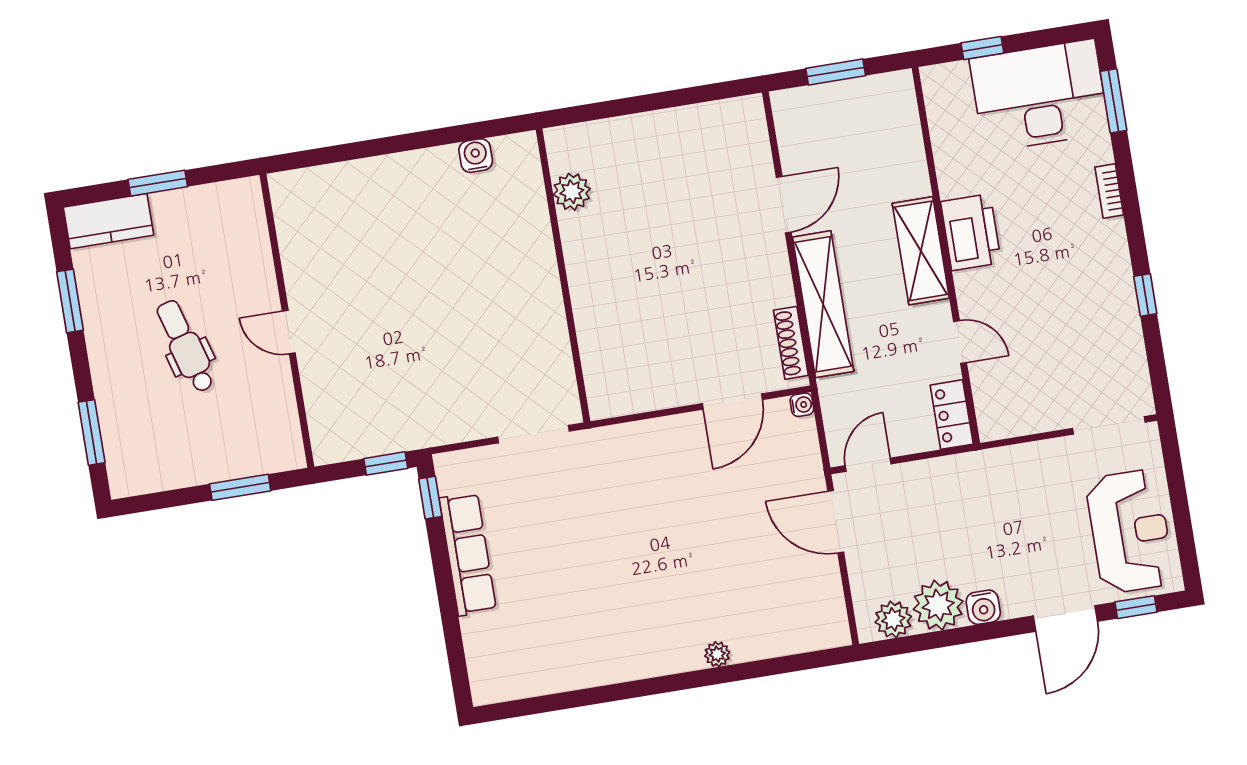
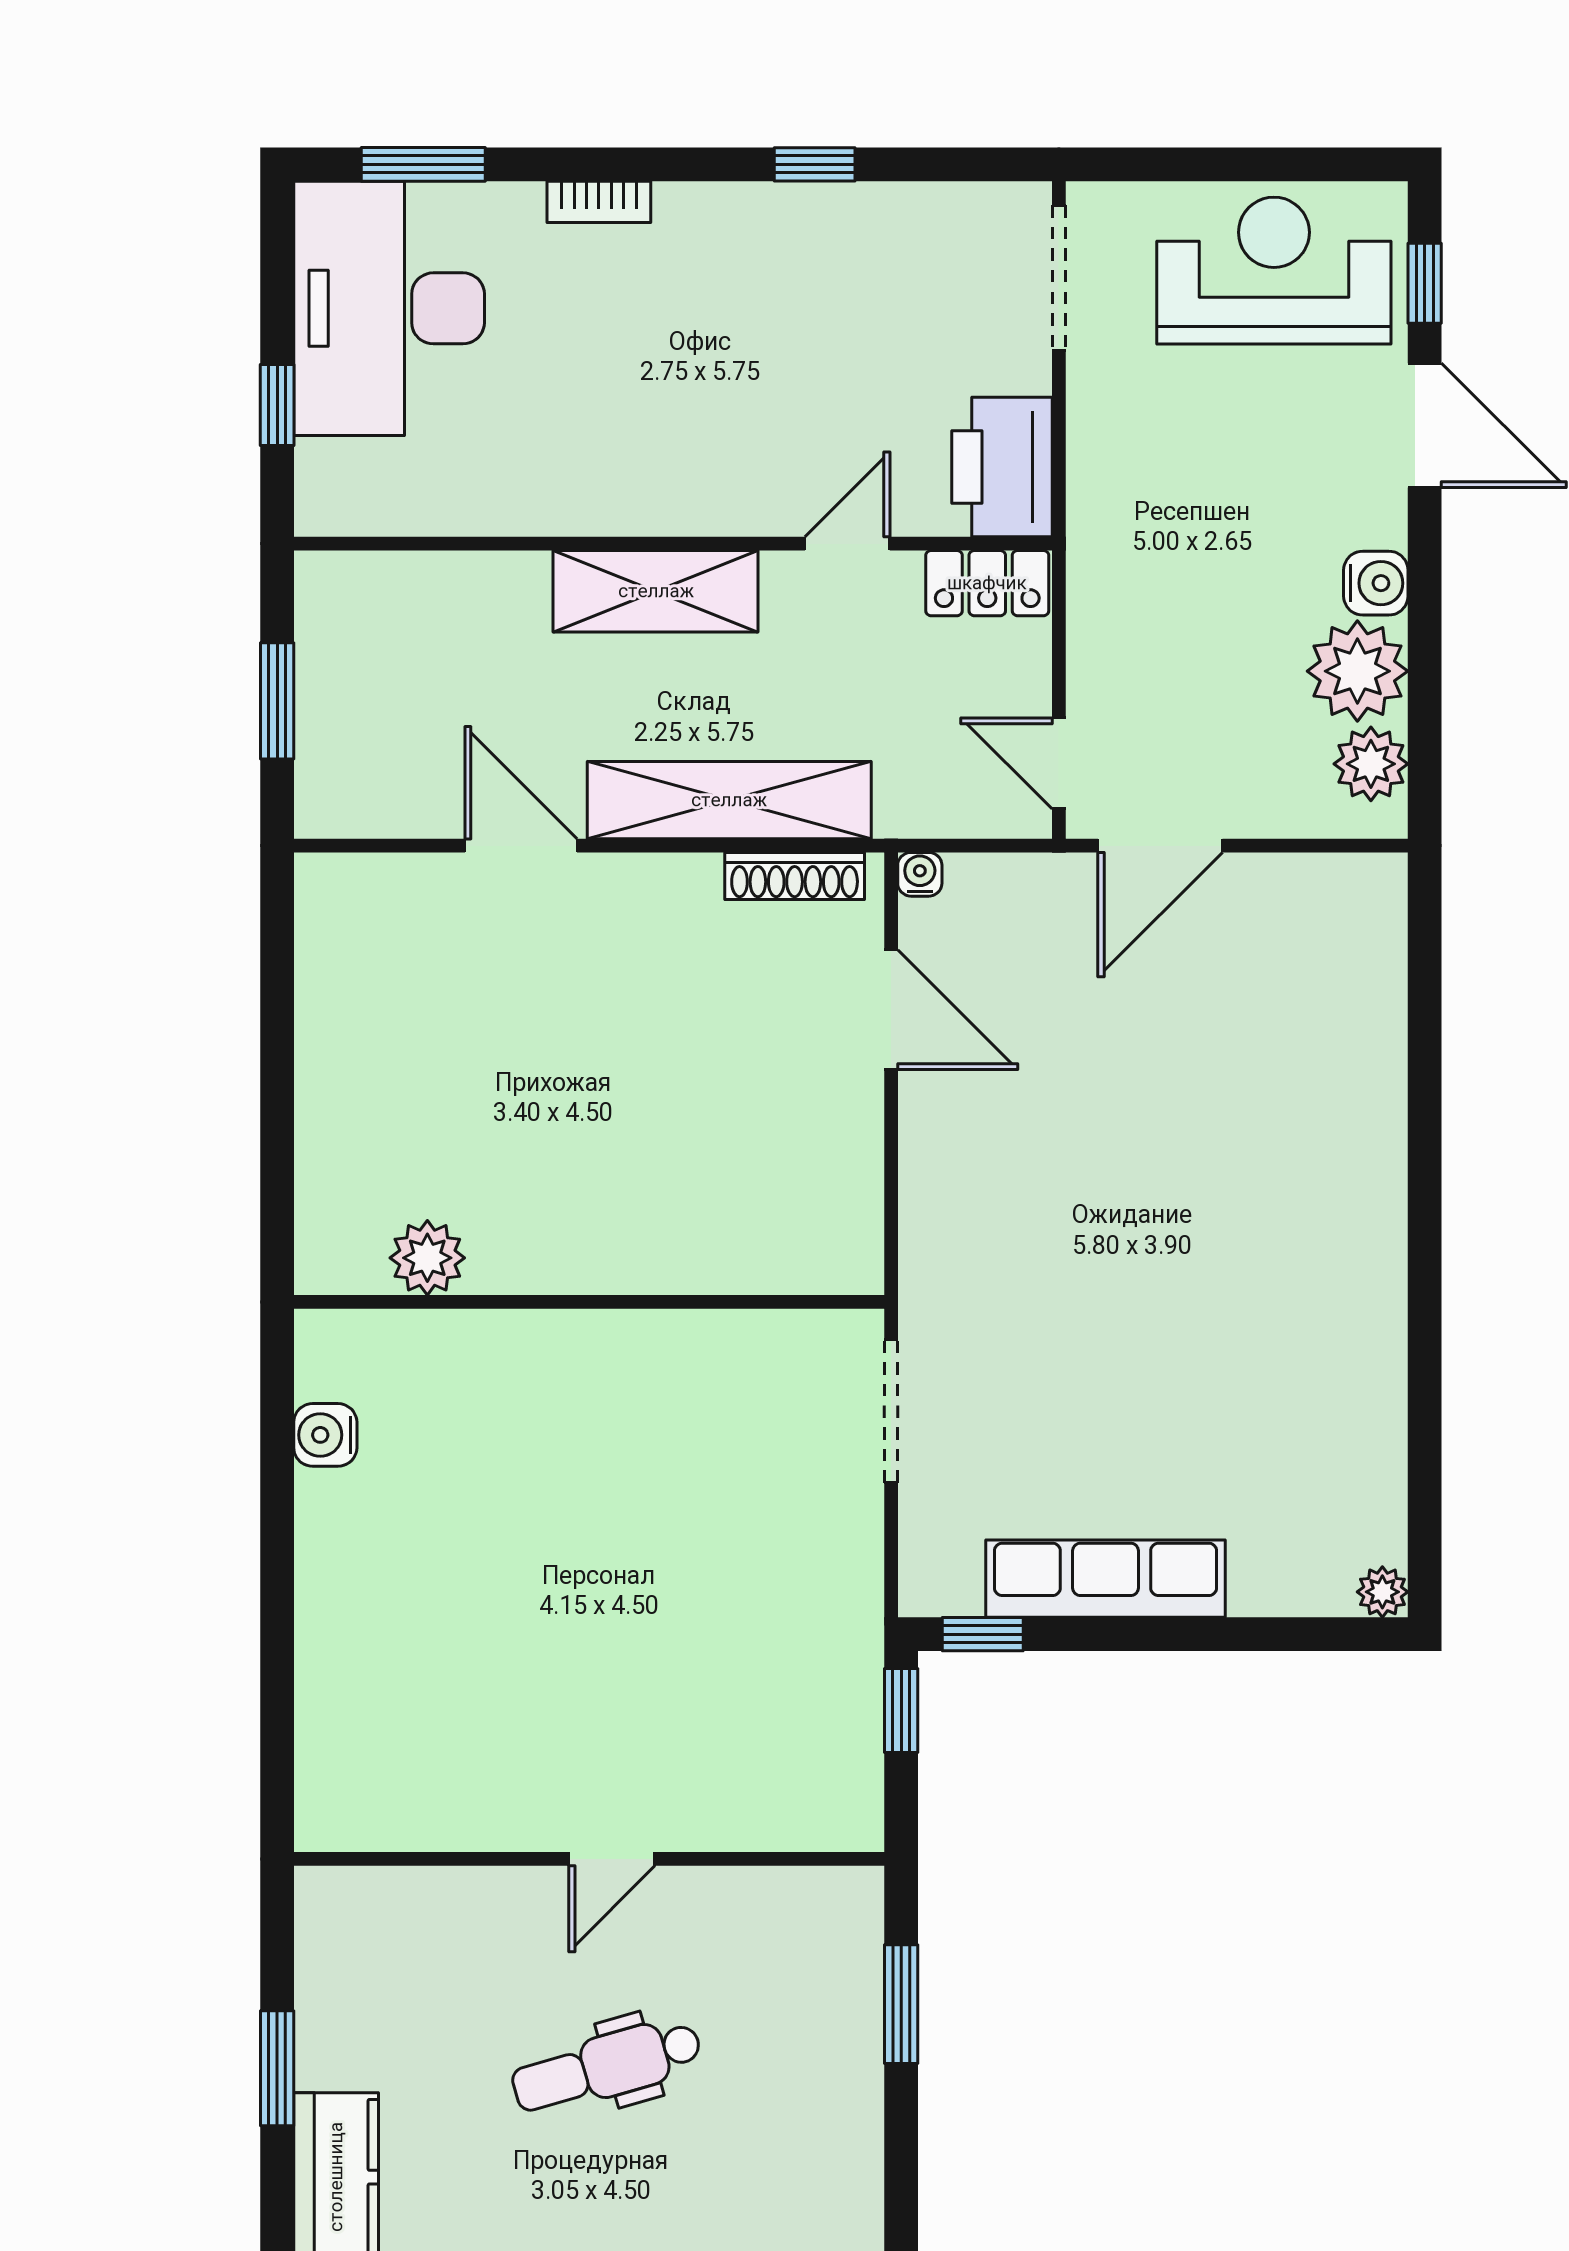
printer: (971, 232) -> (1002, 467), moved, turned -90
plant: (717, 654) -> (1382, 1592), moved

